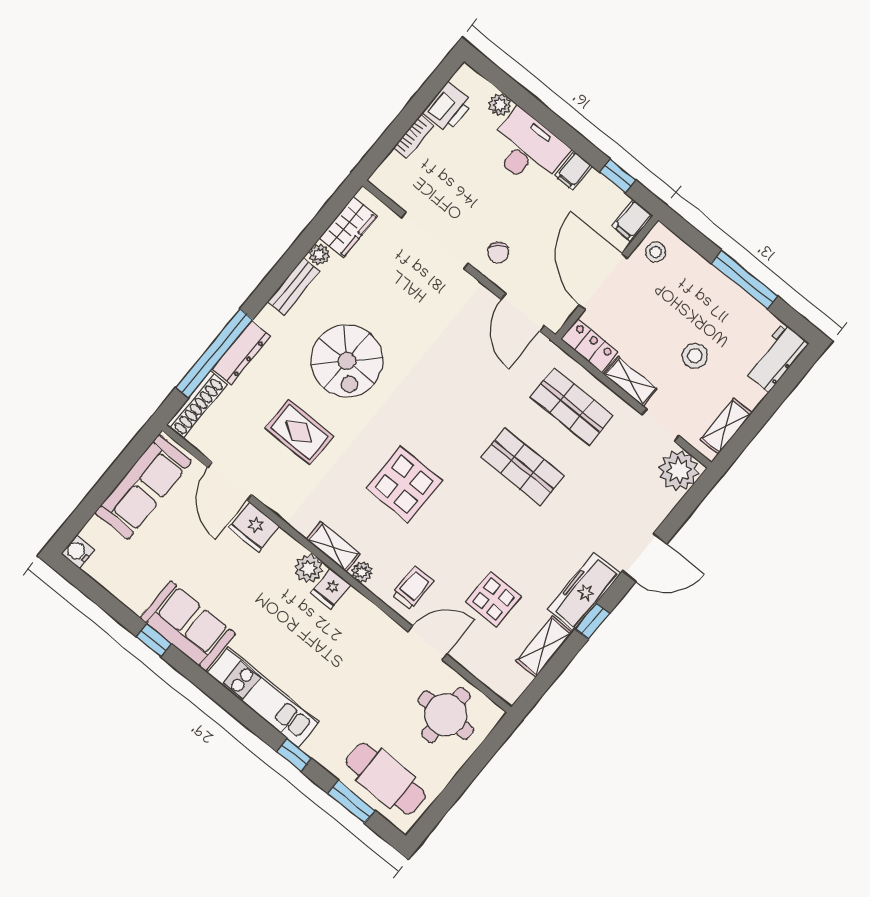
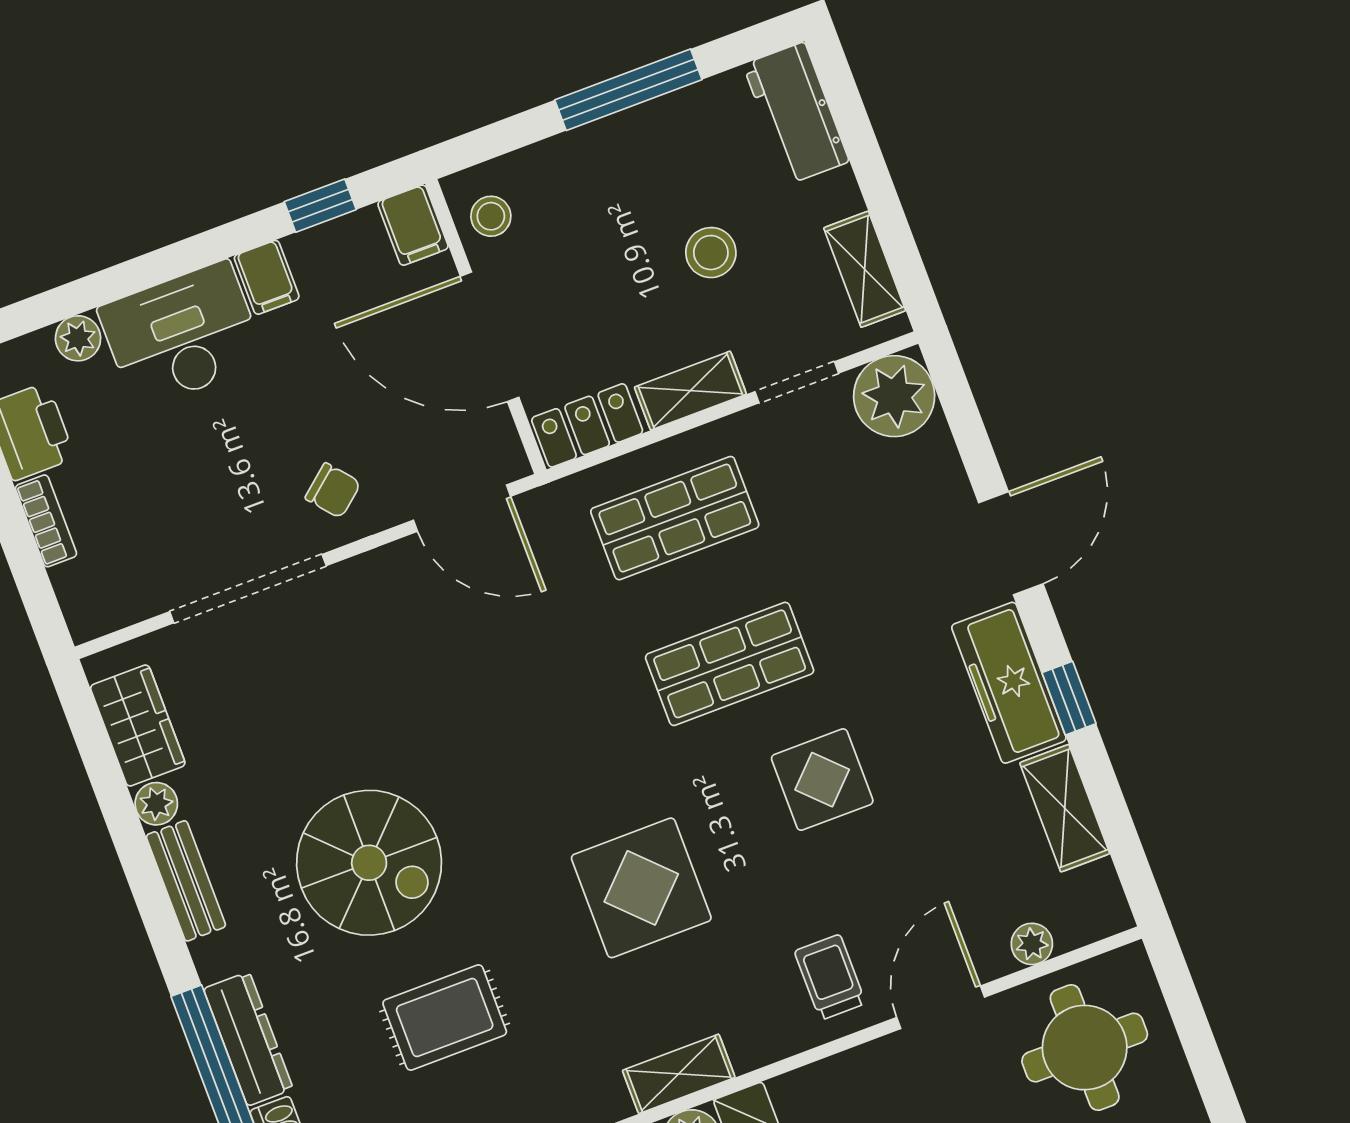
plant: (362, 572) -> (1032, 944), moved
display table: (493, 599) -> (822, 780), moved

